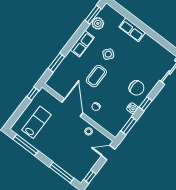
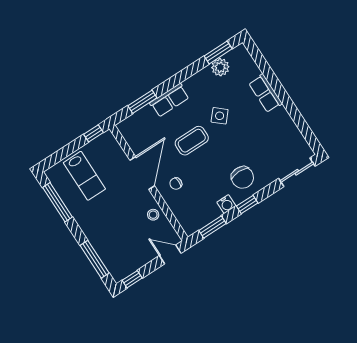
row of seats: (82, 44) -> (169, 100), moved
lab bench: (37, 122) -> (84, 176), turned 90

